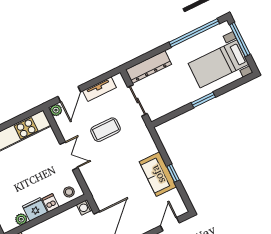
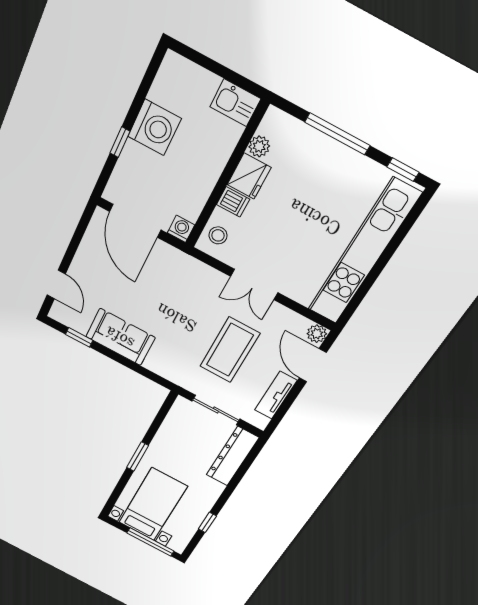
window: (194, 33) -> (207, 522), width x0.32
coffee table: (106, 130) -> (230, 350), width x1.36, depth x1.32
window: (173, 173) -> (79, 337), moved

